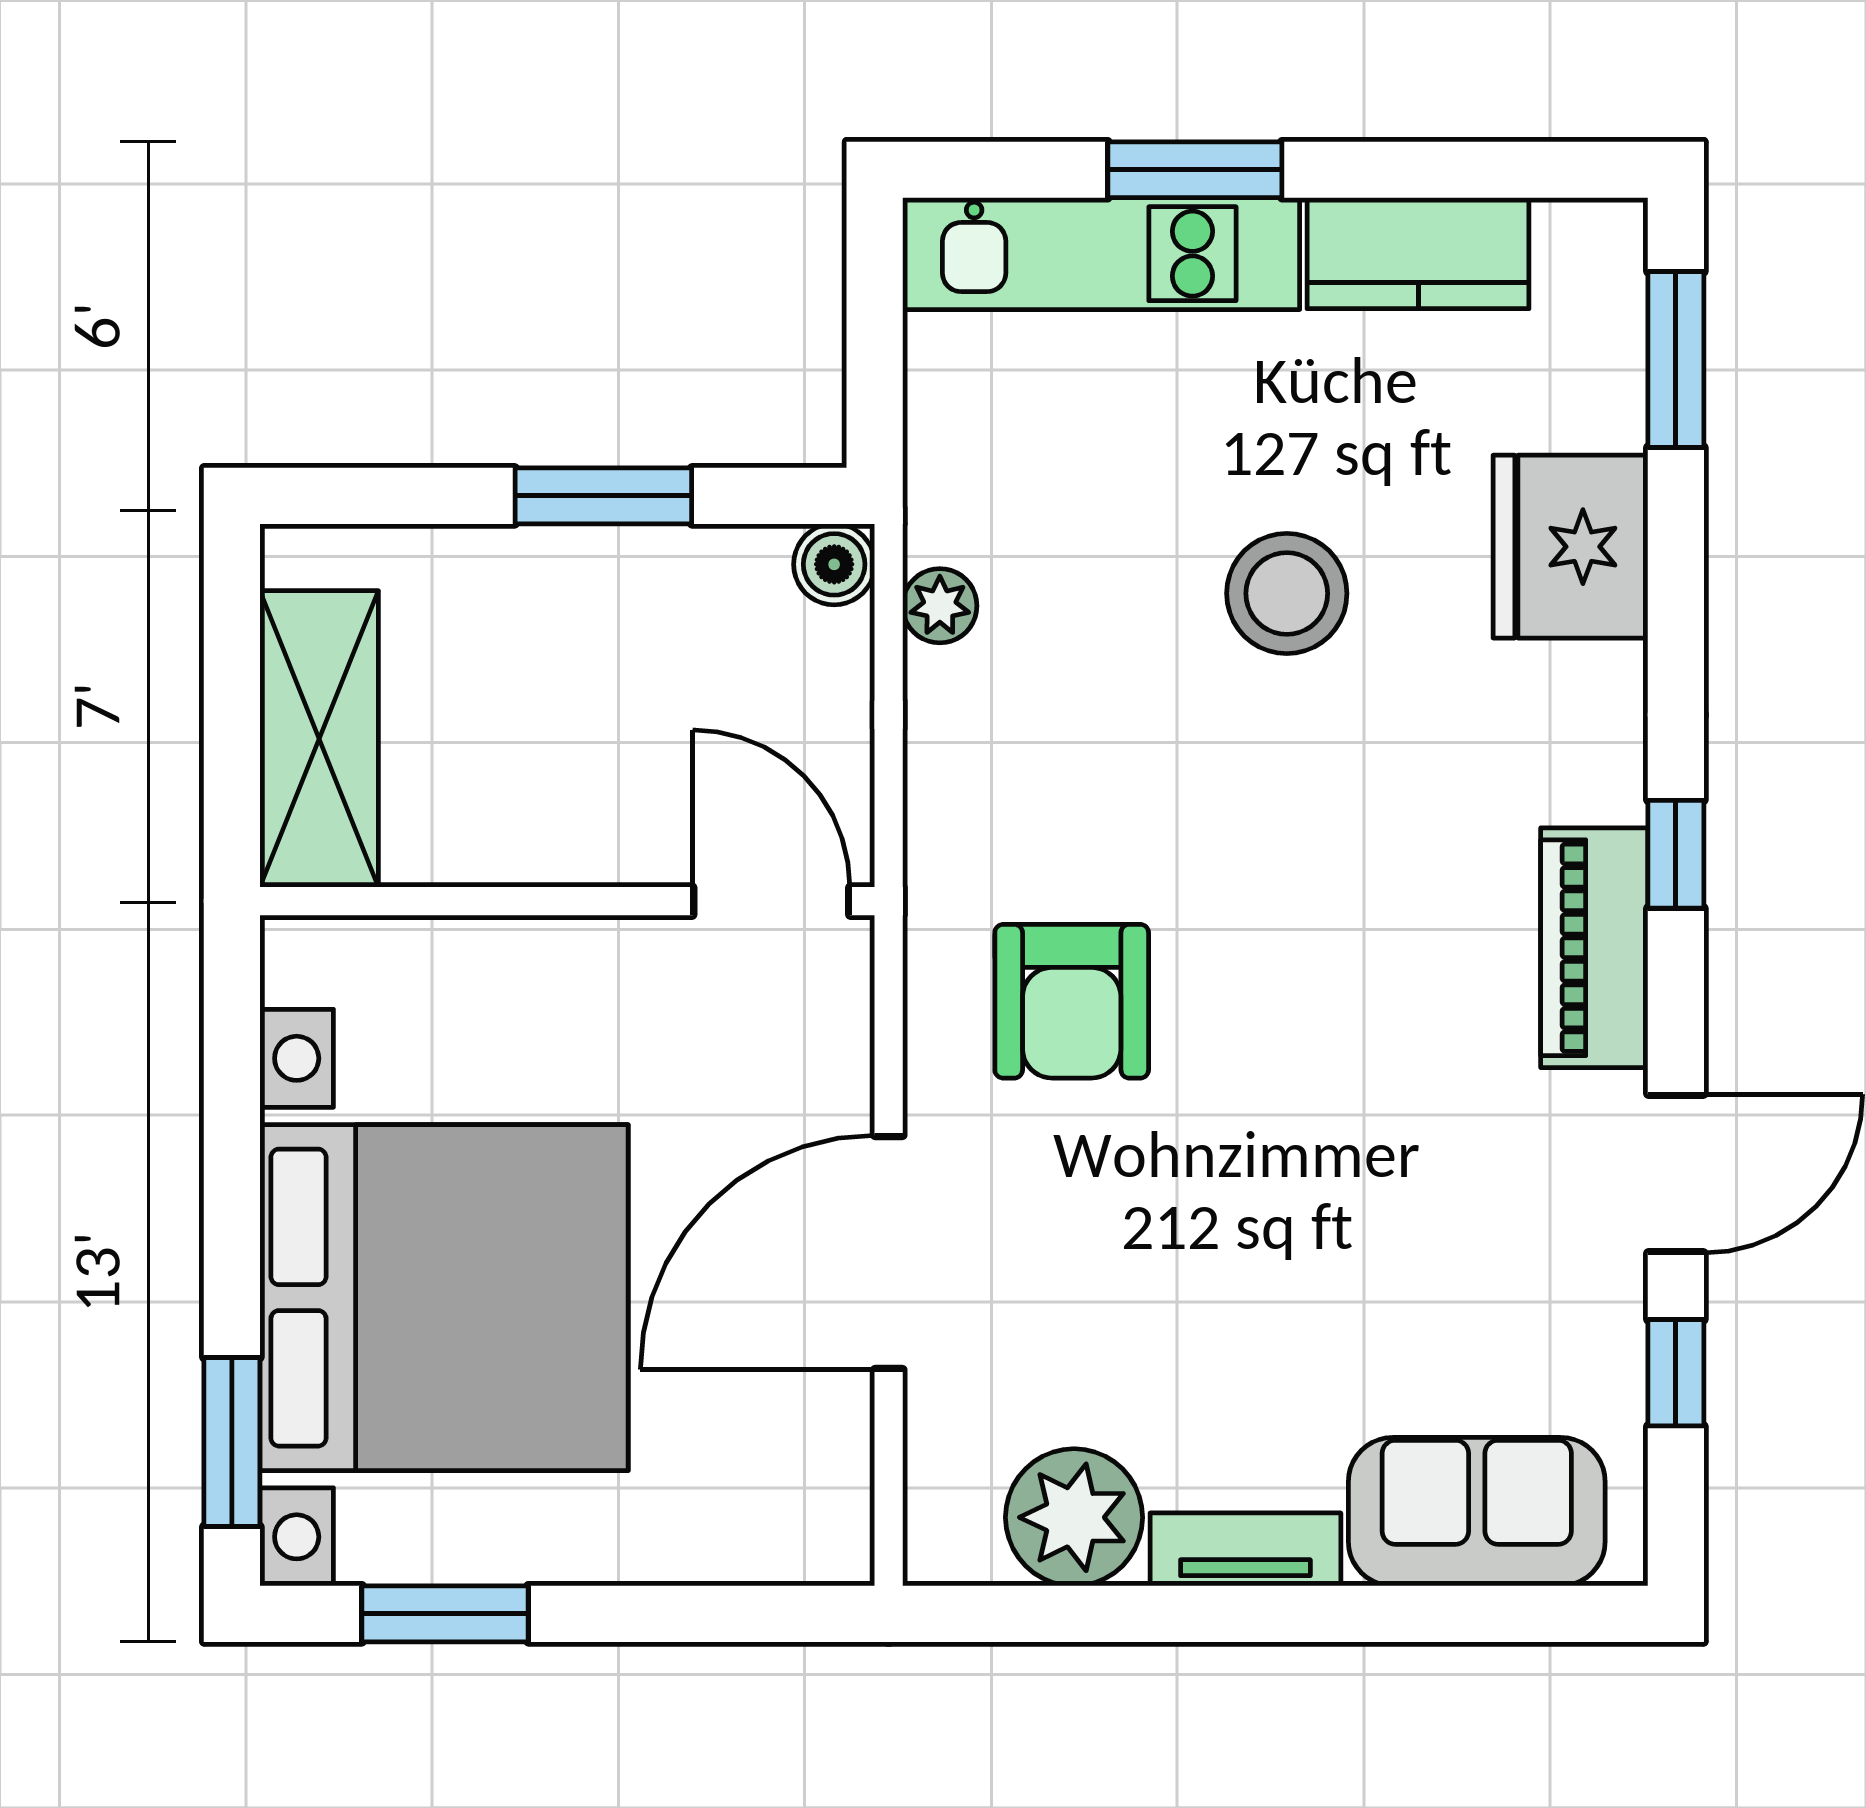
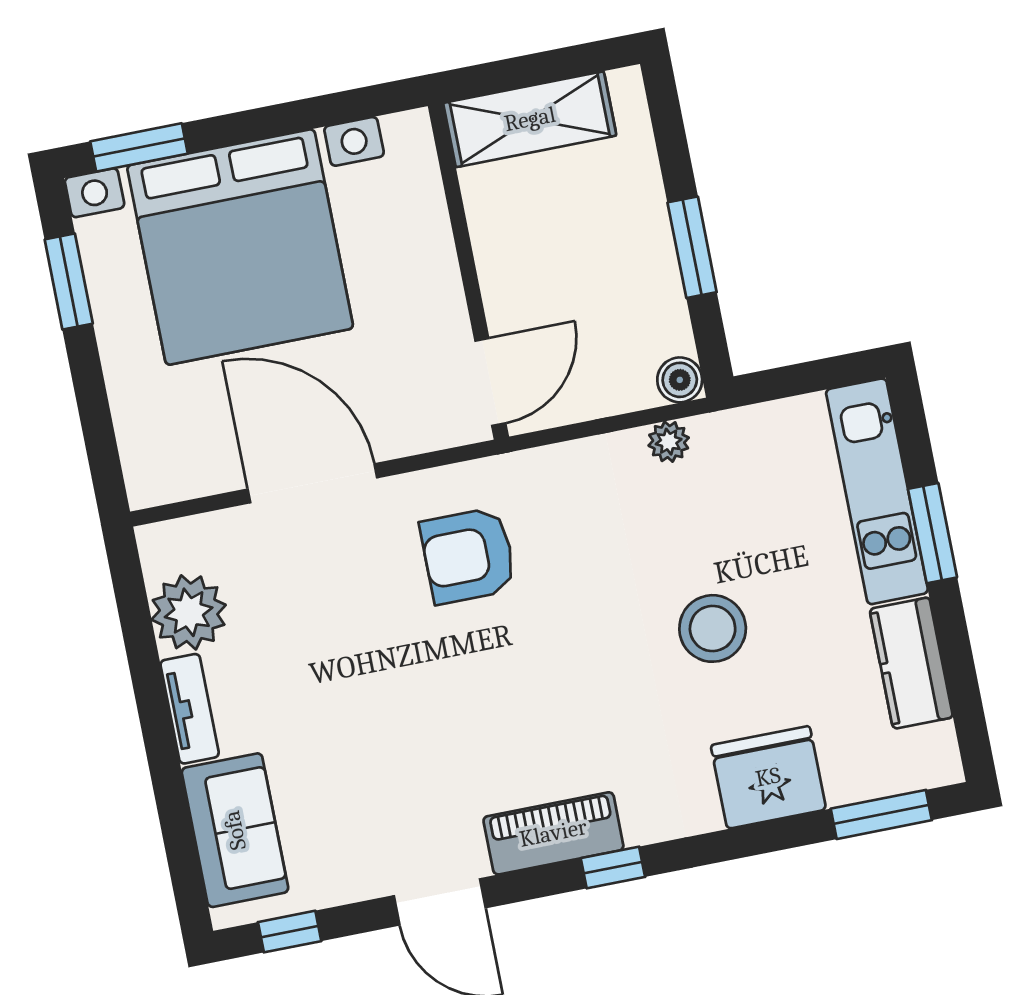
window: (1676, 1373) -> (290, 932), moved

